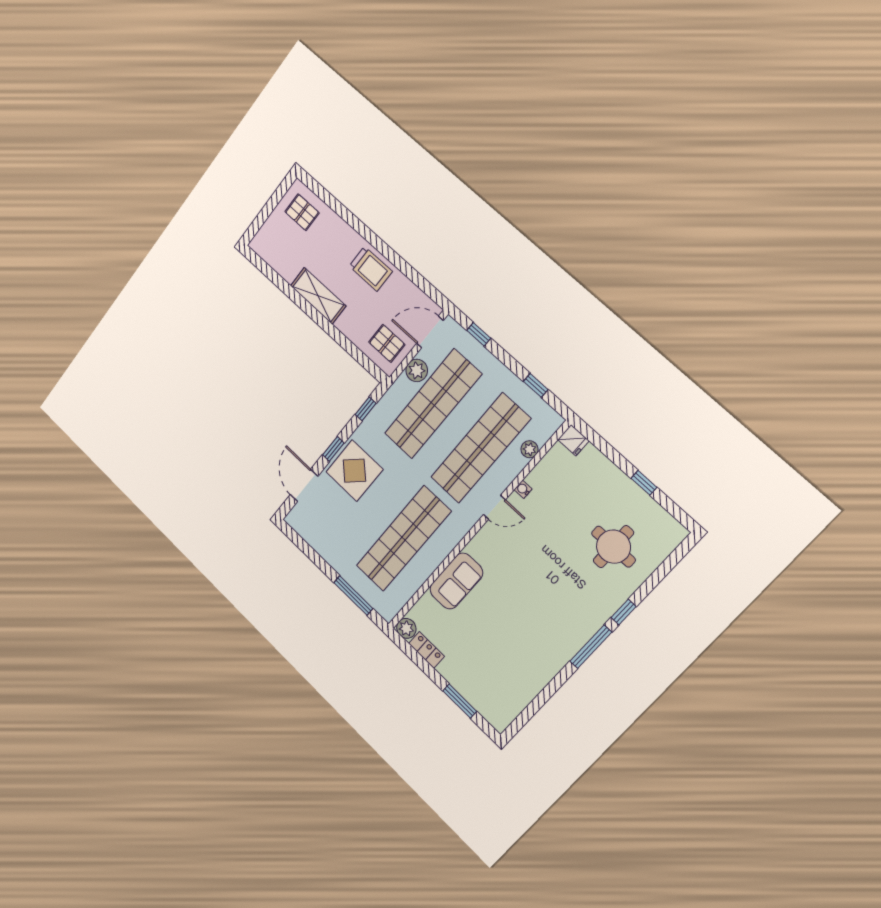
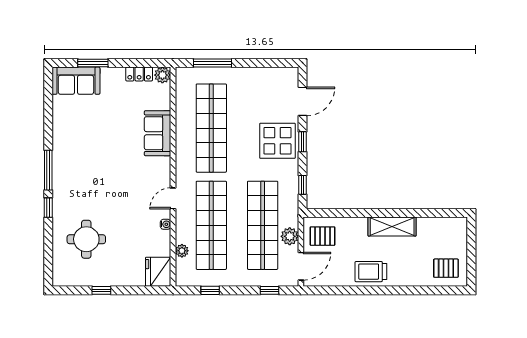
fridge: (573, 440) -> (158, 272), width x1.88, depth x1.34
door: (304, 485) -> (302, 101), hinge flipped
sofa: (489, 701) -> (76, 81), added

